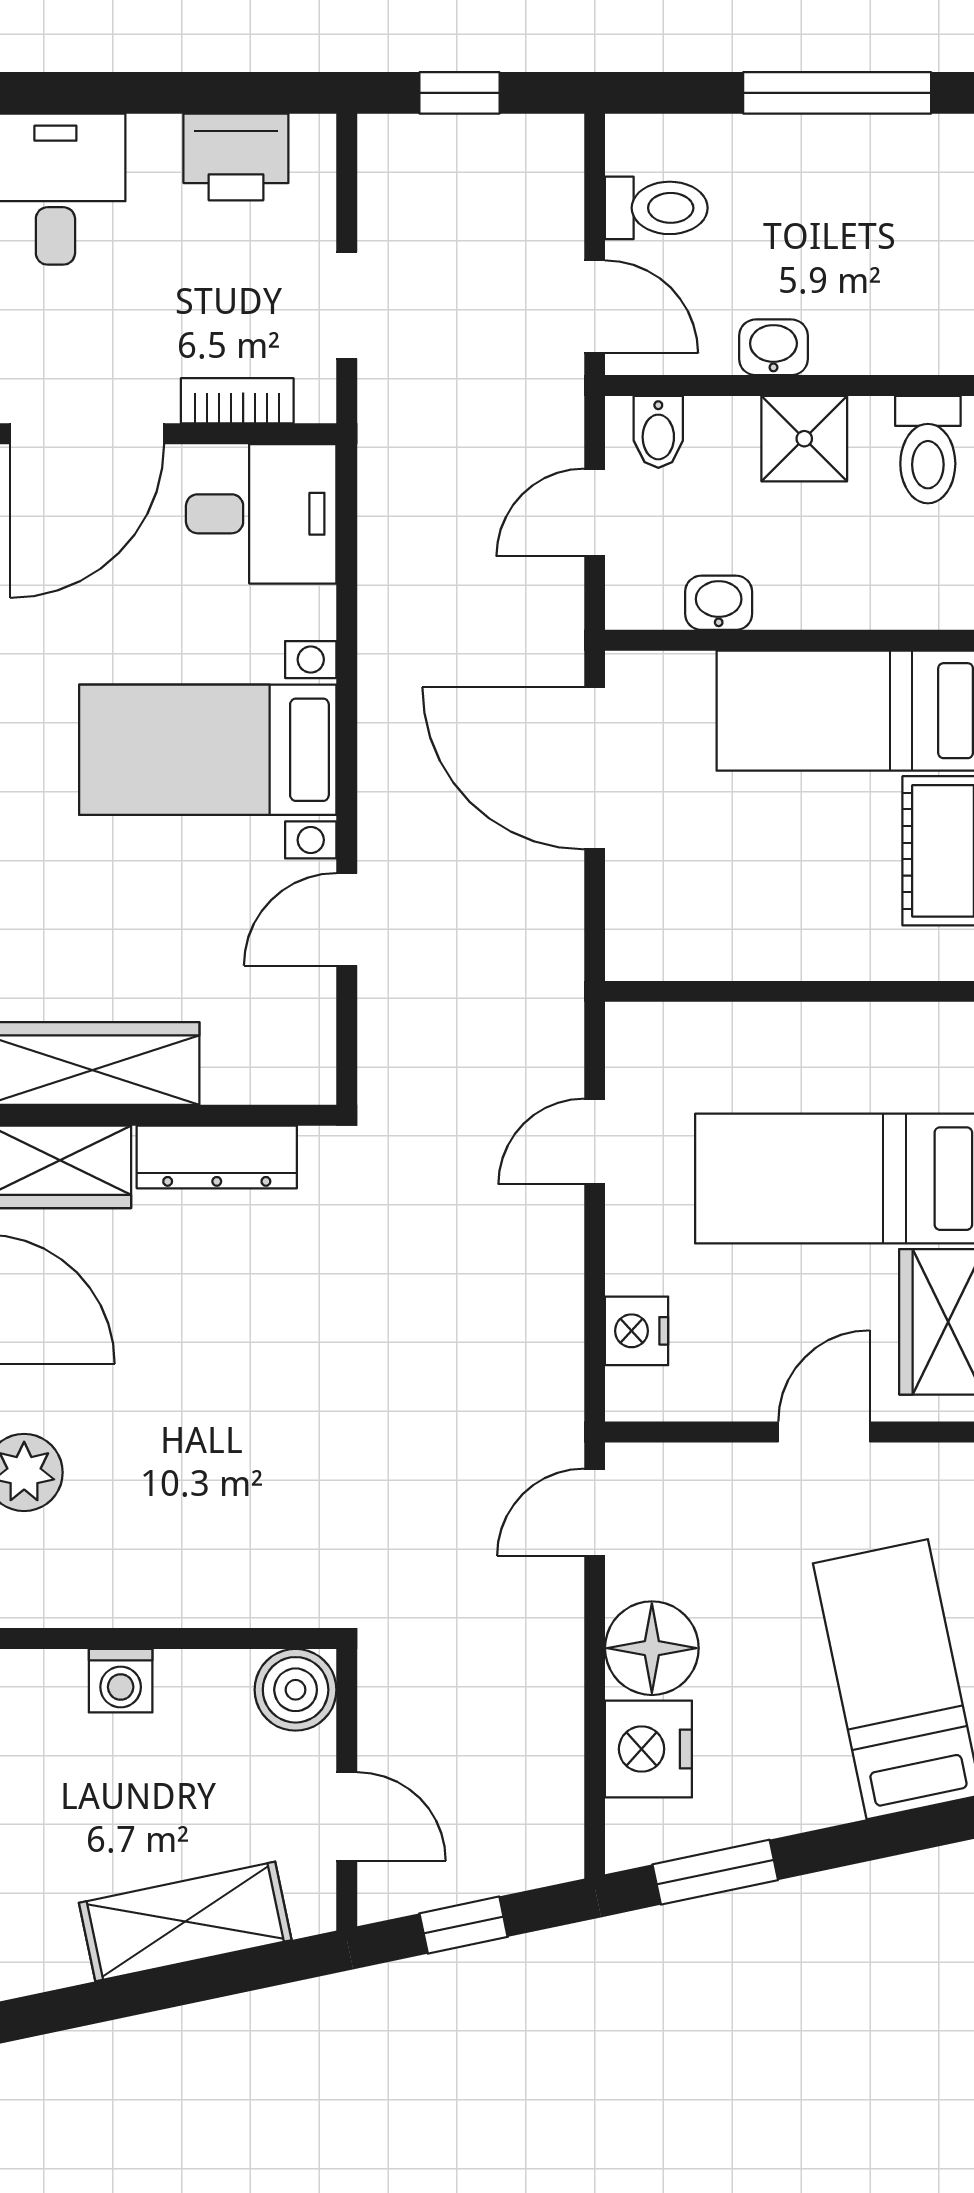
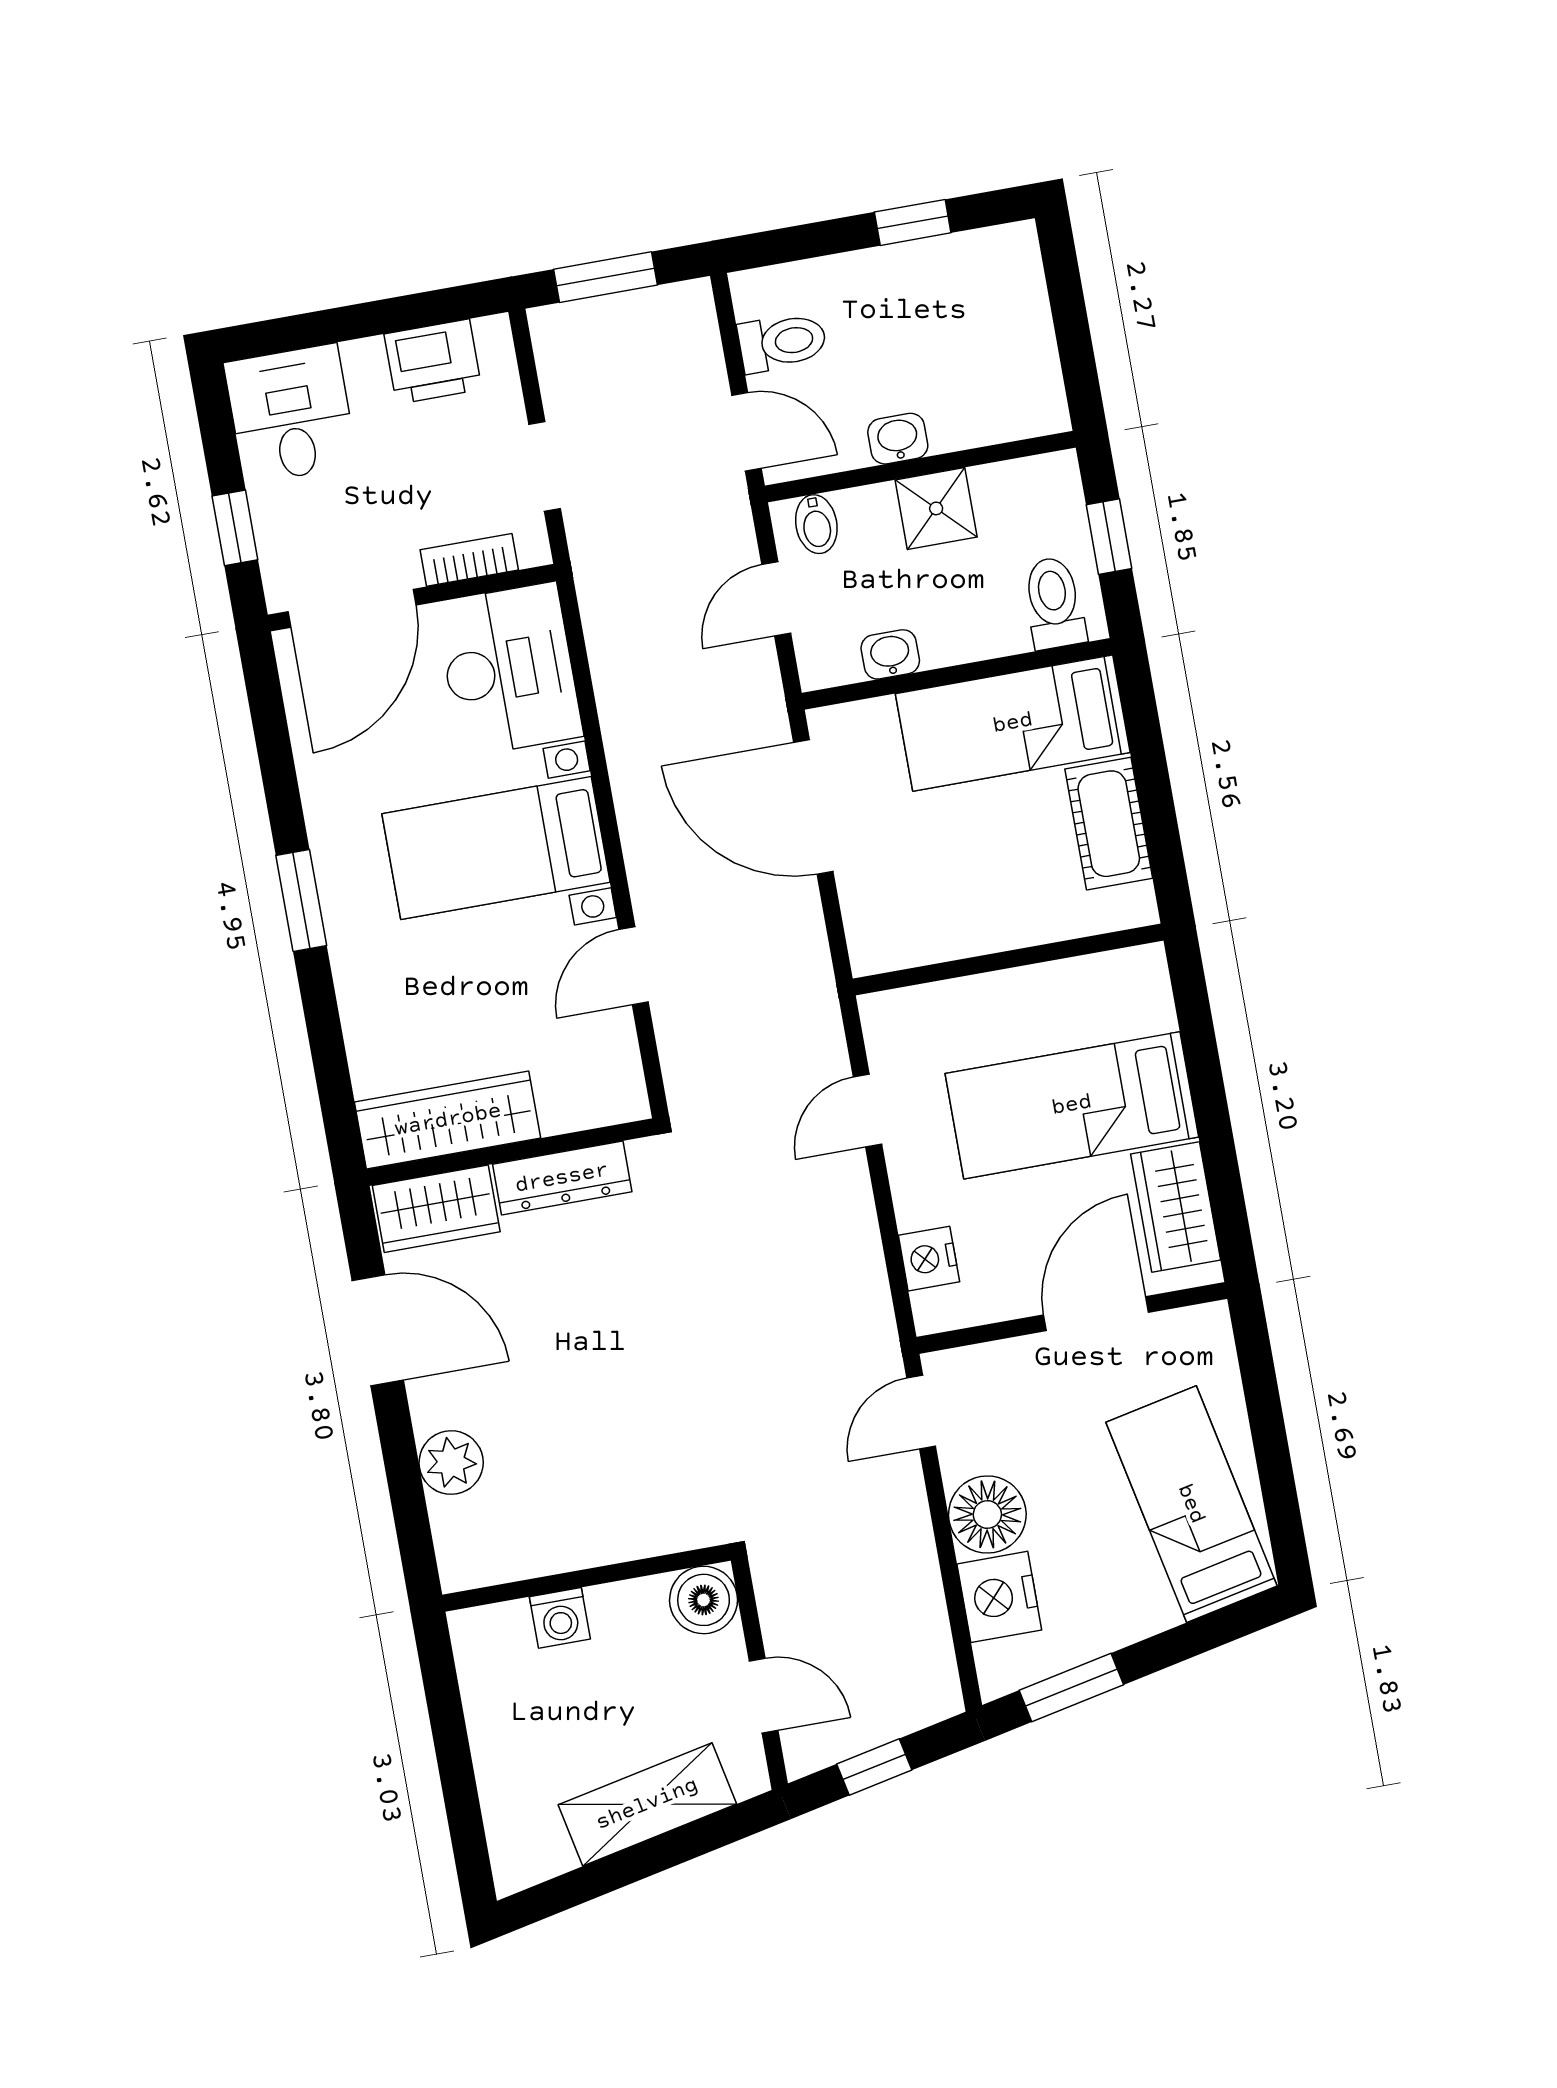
window: (460, 93) -> (606, 277), width x1.50
window: (837, 93) -> (913, 222), width x0.46
toilet: (928, 450) -> (1054, 603), moved, turned 180
desk: (261, 514) -> (509, 669), width x1.37
door: (824, 1432) -> (1096, 1314), width x1.38

